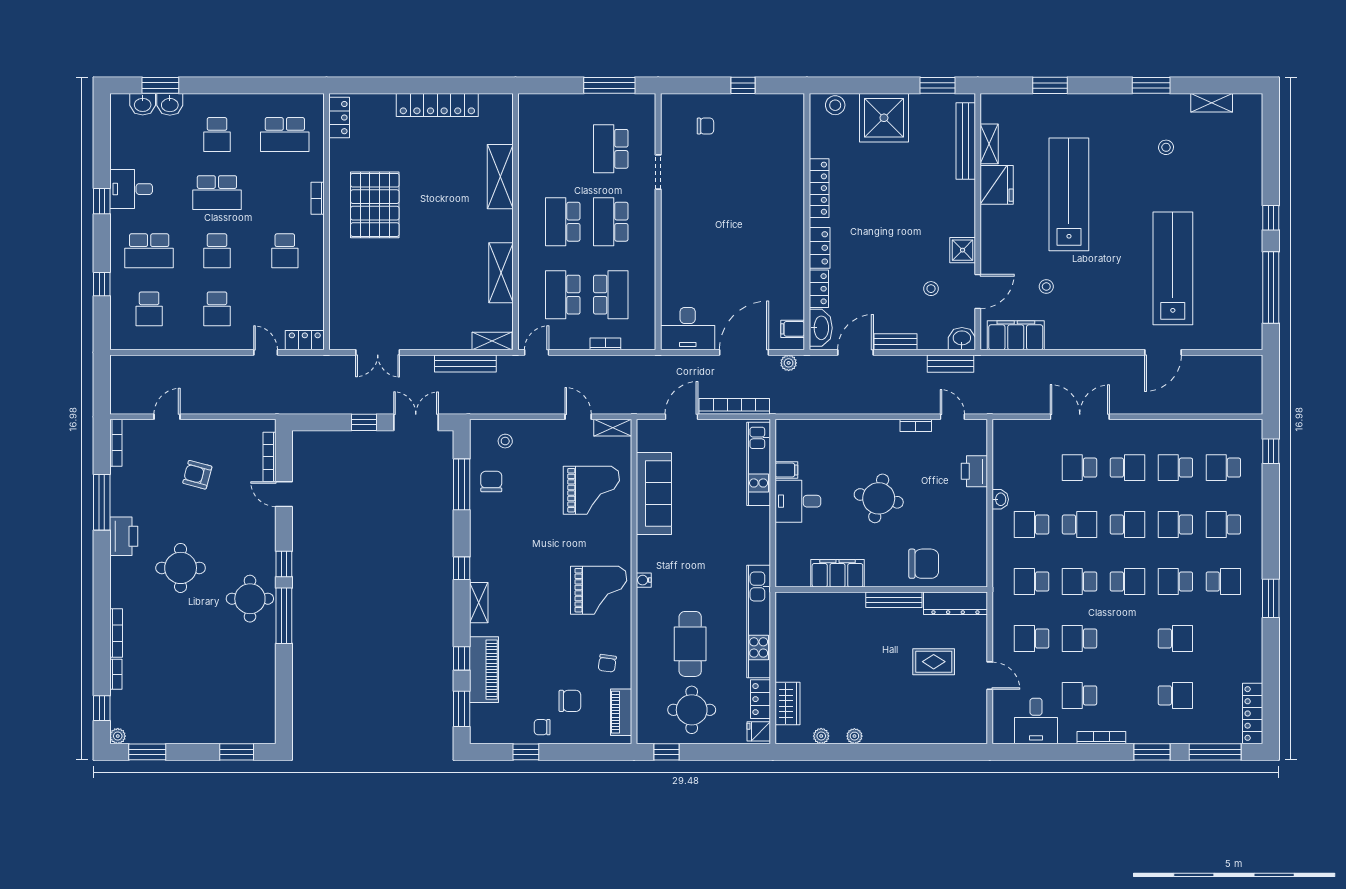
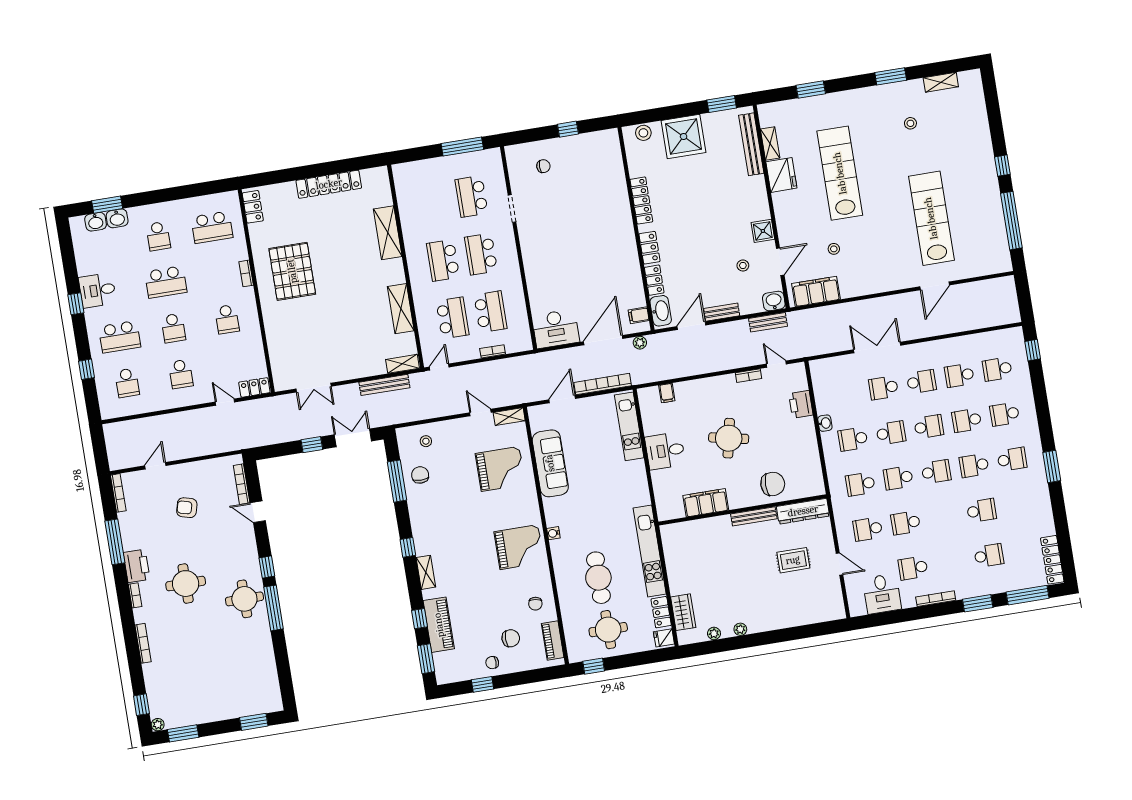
school desk: (563, 295) -> (452, 318), turned 180
filing cabinet: (786, 470) -> (667, 393), moved, turned 90
bookcase: (116, 674) -> (135, 595), moved

